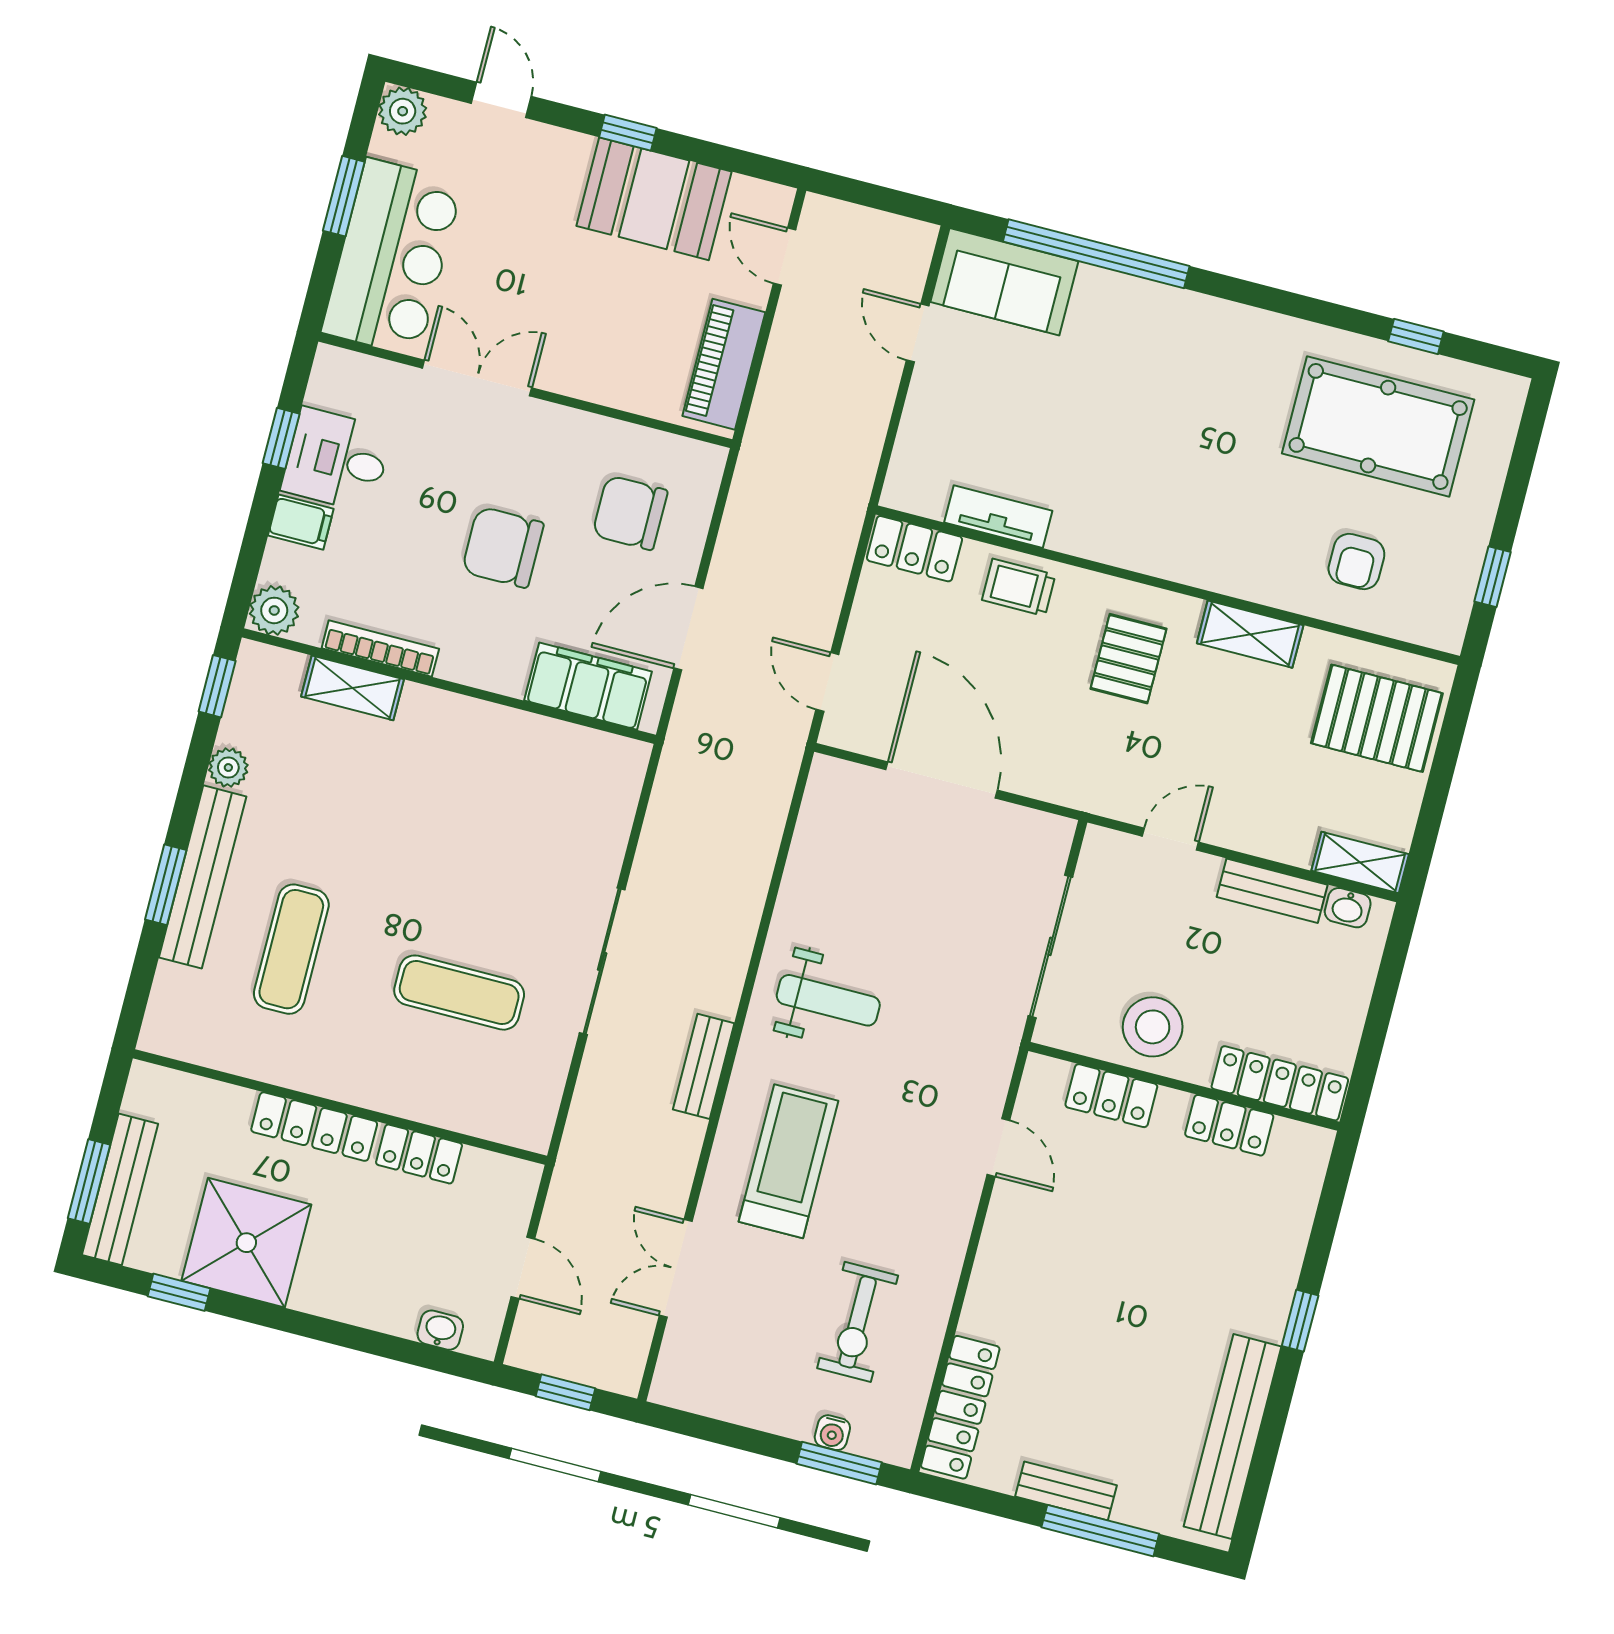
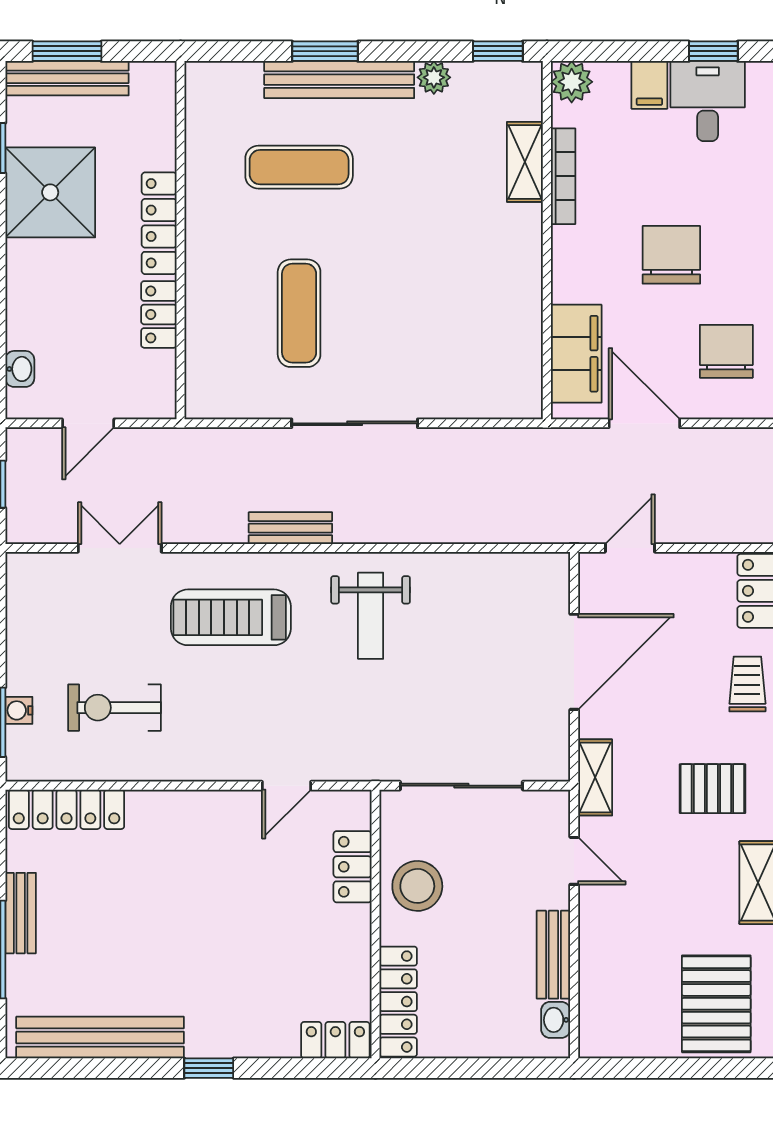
shelving: (1360, 862) -> (595, 777), moved
locker: (1229, 1125) -> (335, 1040), moved, turned 90
treadmill: (789, 1161) -> (231, 617), turned 180

